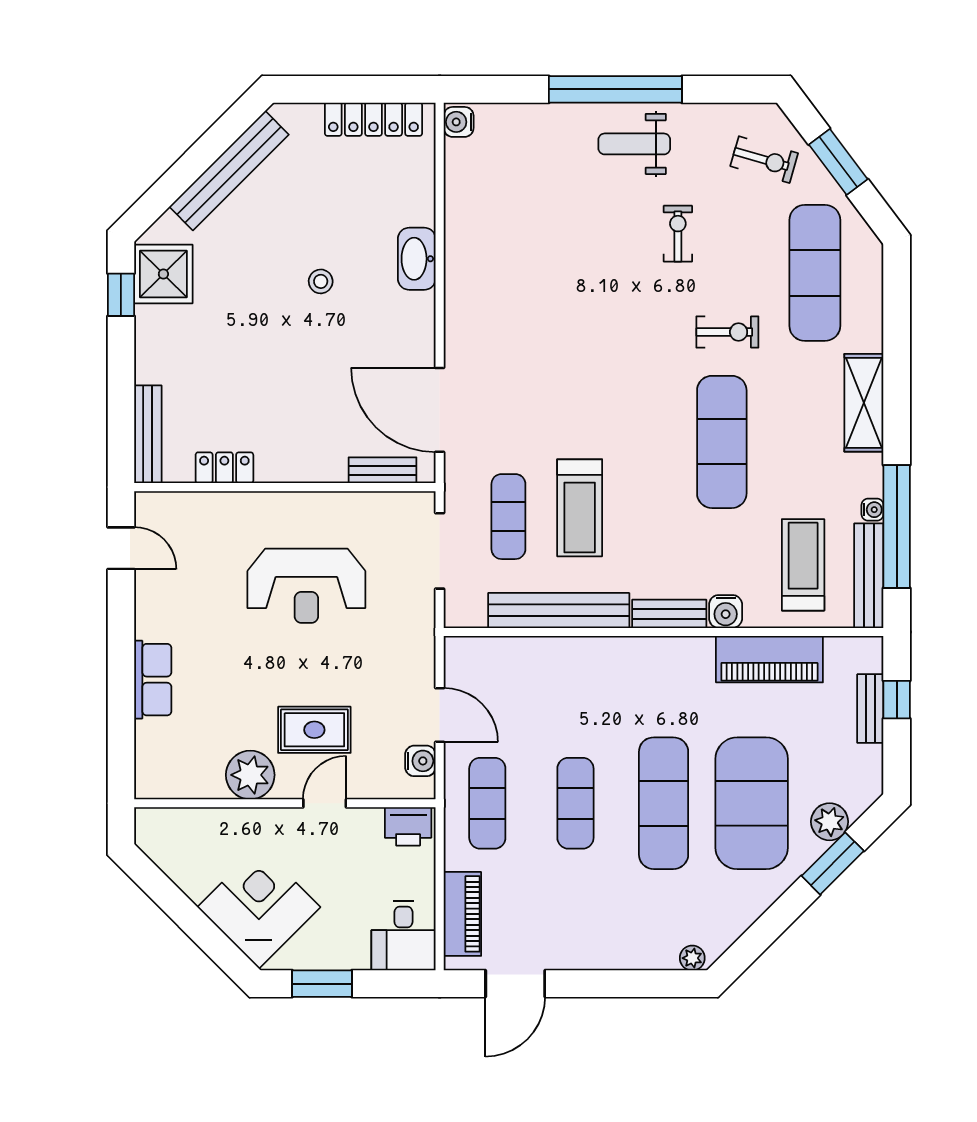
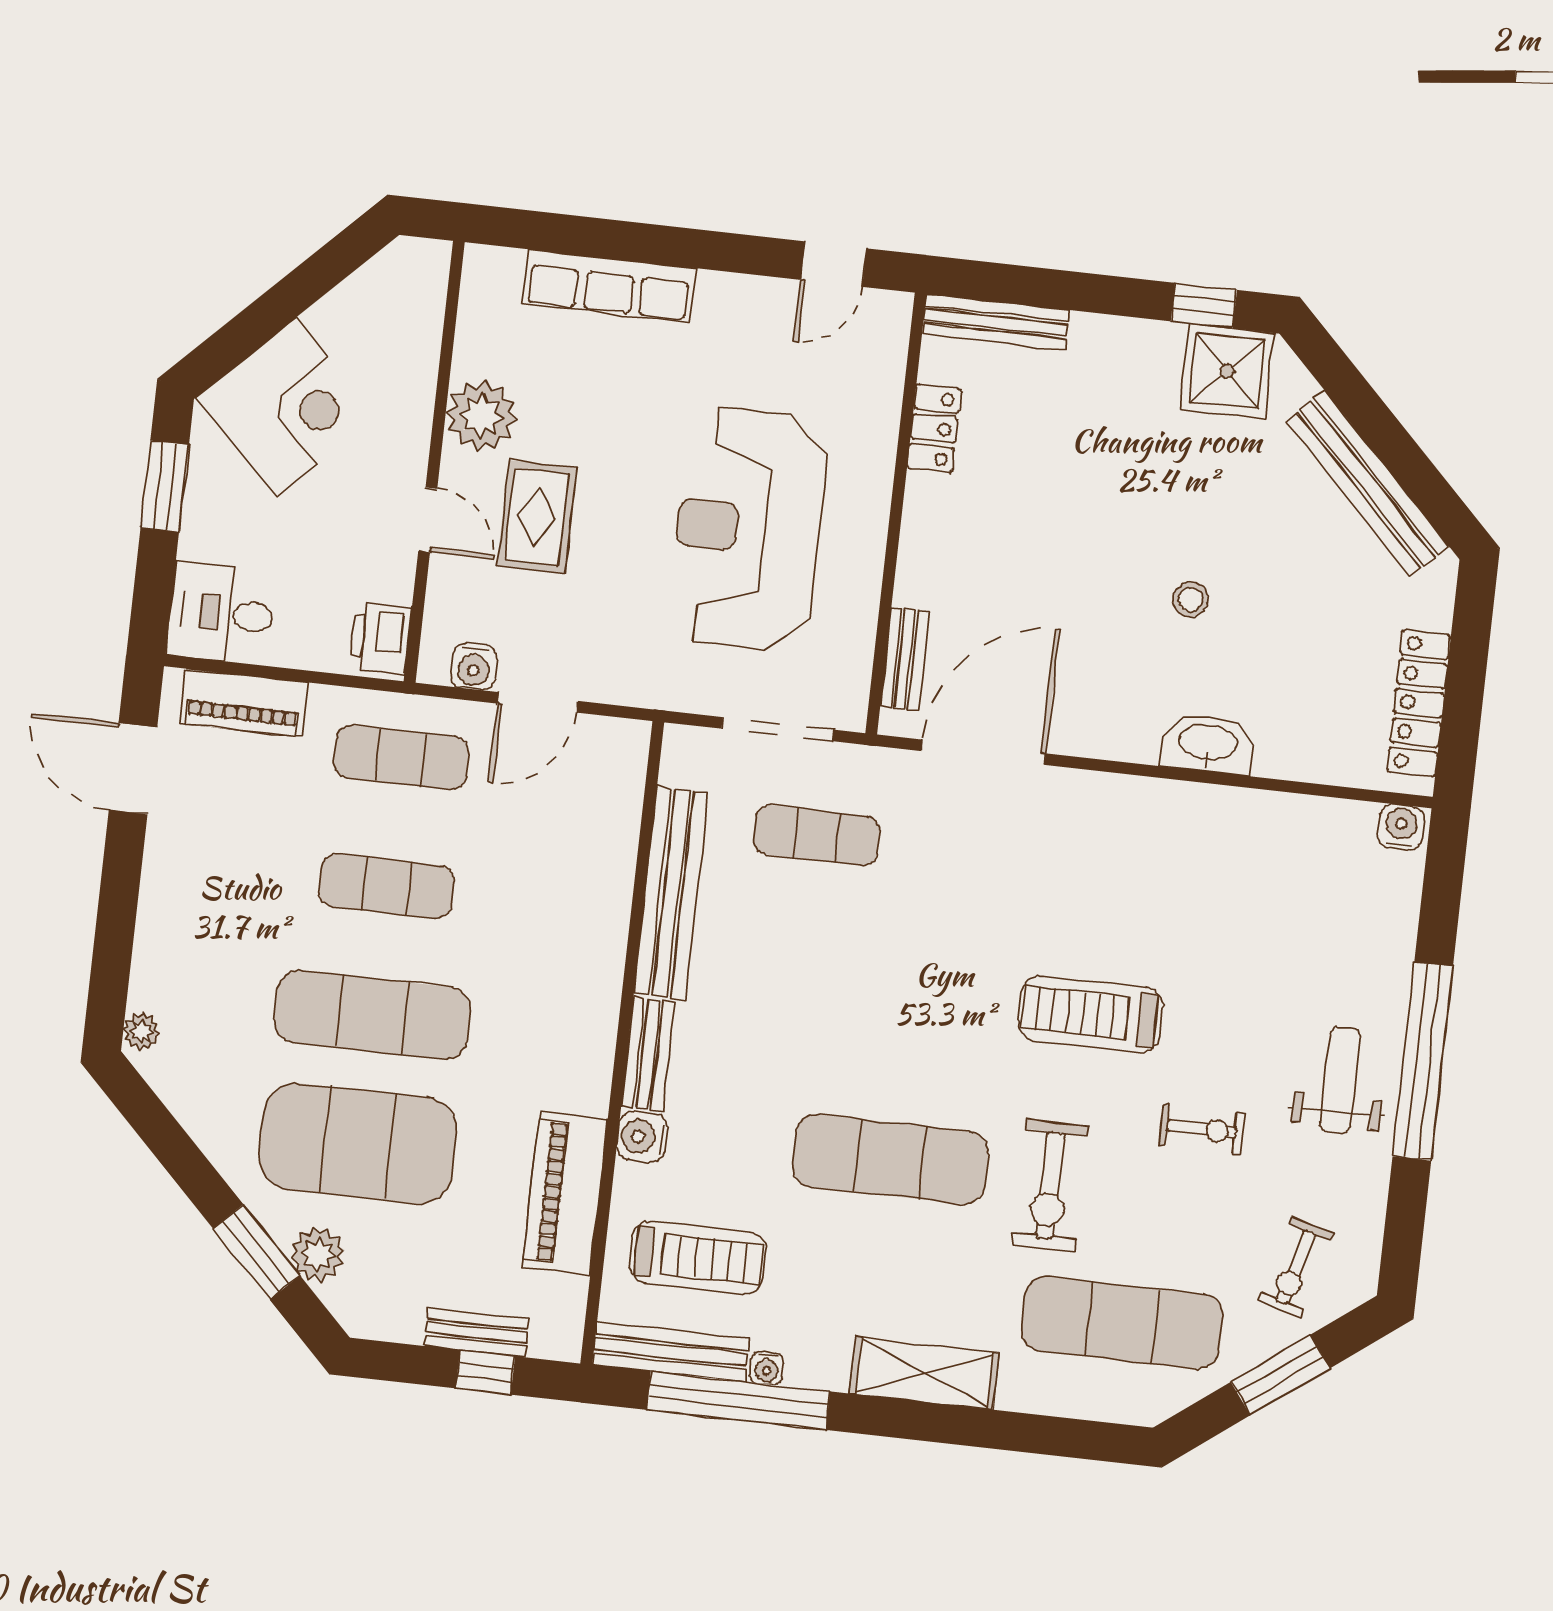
exercise bike: (727, 332) -> (1050, 1185), width x1.38, depth x1.39
treadmill: (580, 508) -> (1091, 1014), moved
reception desk: (306, 586) -> (748, 529), width x1.36, depth x1.30
row of seats: (153, 680) -> (609, 286), width x1.48

